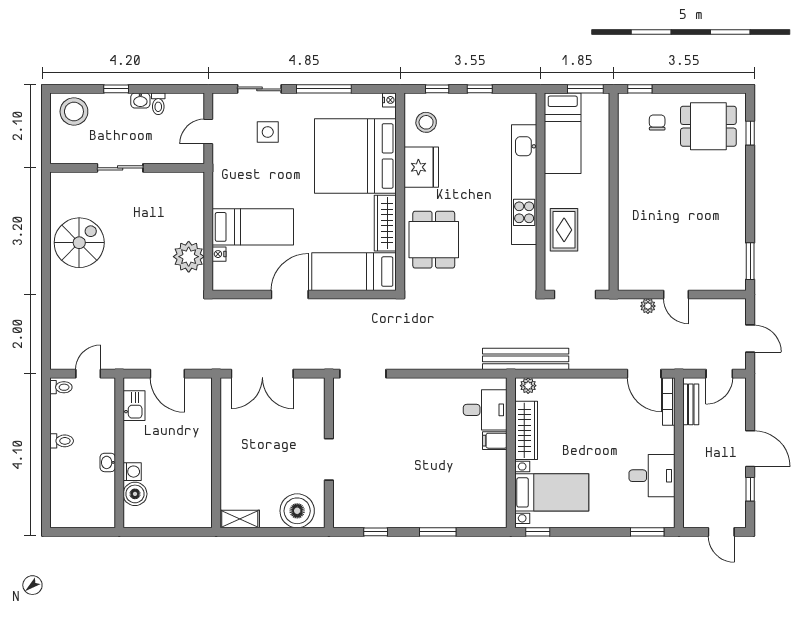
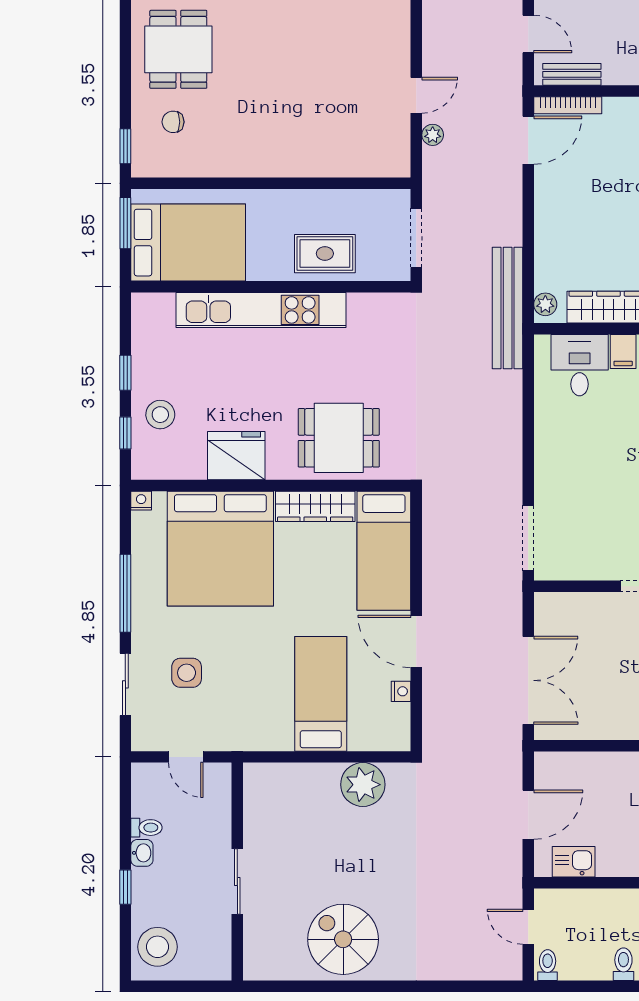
stool: (426, 122) -> (160, 415), moved
bed: (563, 133) -> (188, 243), width x1.50
nightstand: (219, 254) -> (401, 691), moved, turned -90

